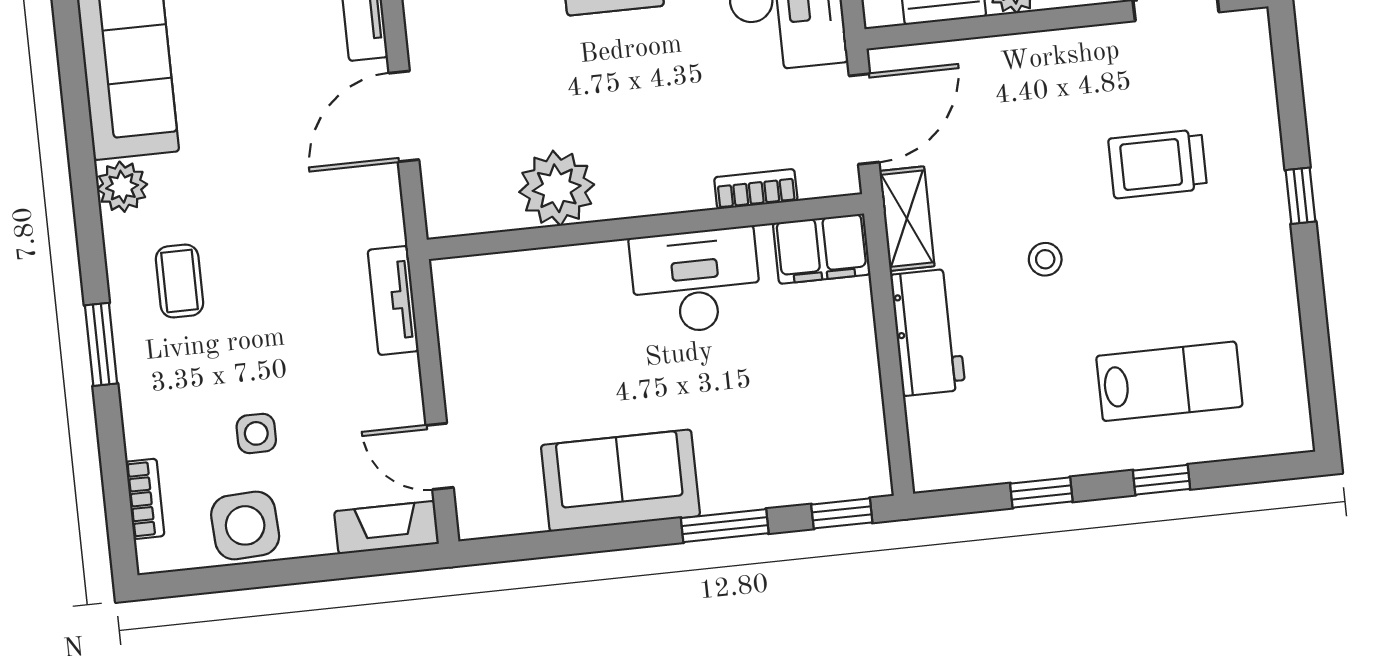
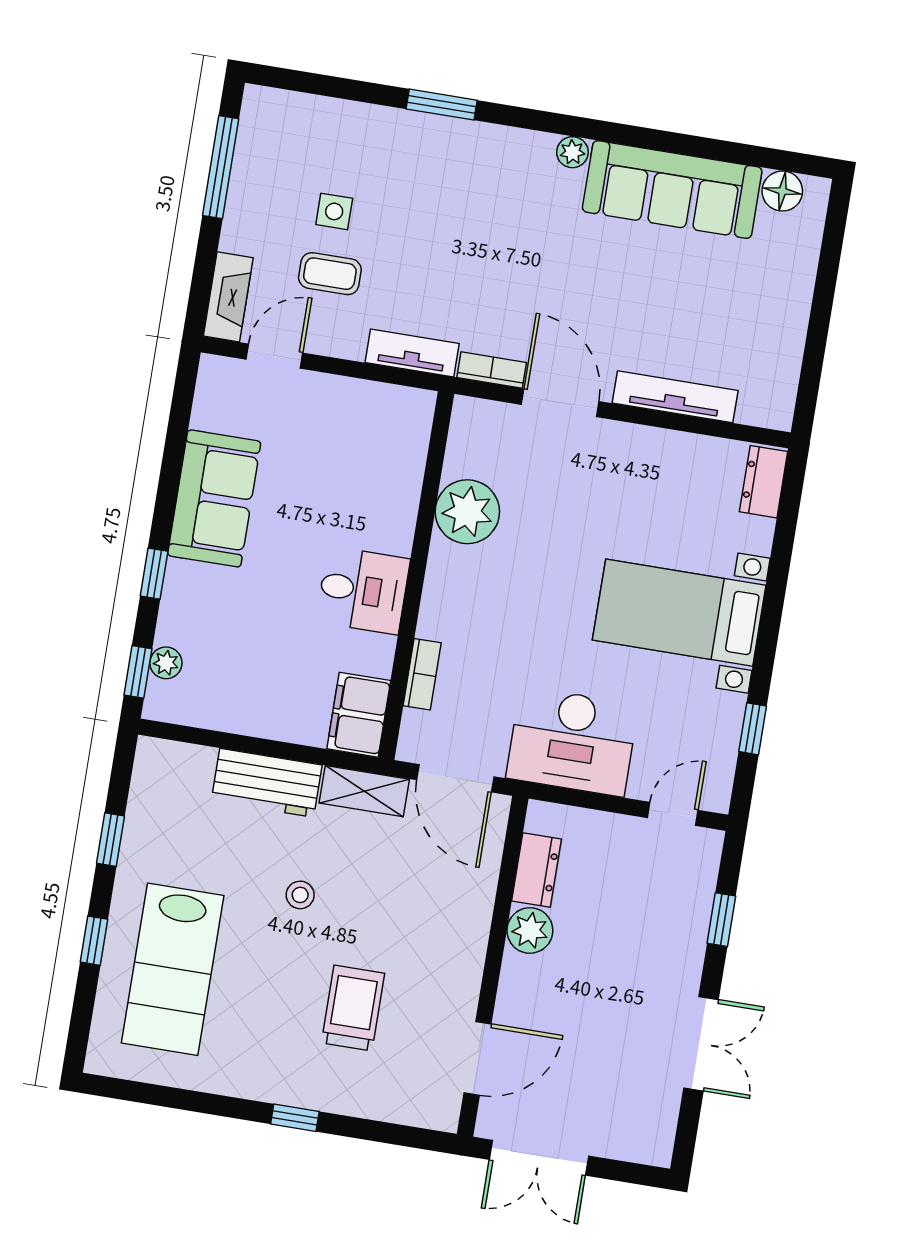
plant: (122, 187) -> (572, 152), width x0.73, depth x0.73
coffee table: (179, 281) -> (330, 274), moved
desk: (696, 281) -> (363, 590), width x0.73
lab bench: (1169, 381) -> (173, 969), width x1.36, depth x1.39
plant: (823, 484) -> (166, 663), added
bookcase: (145, 499) -> (492, 370), moved, turned 180
side table: (245, 525) -> (261, 182), removed
window: (725, 526) -> (154, 574), width x0.67
window: (241, 577) -> (221, 167), added

